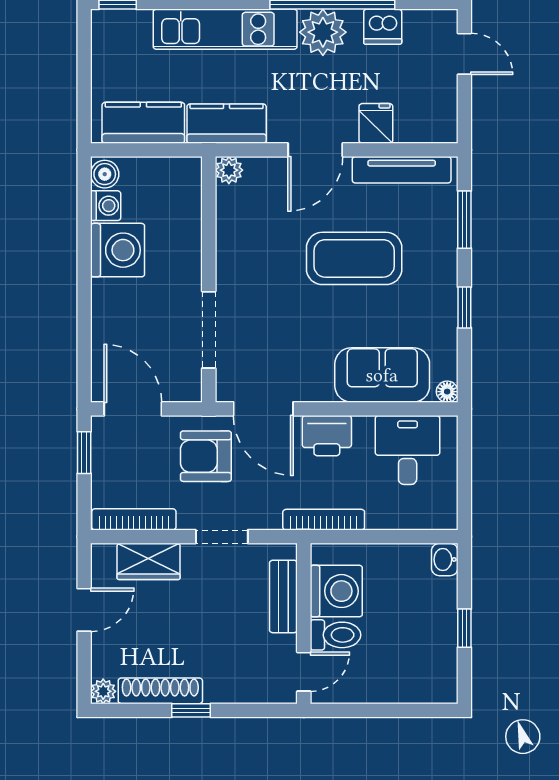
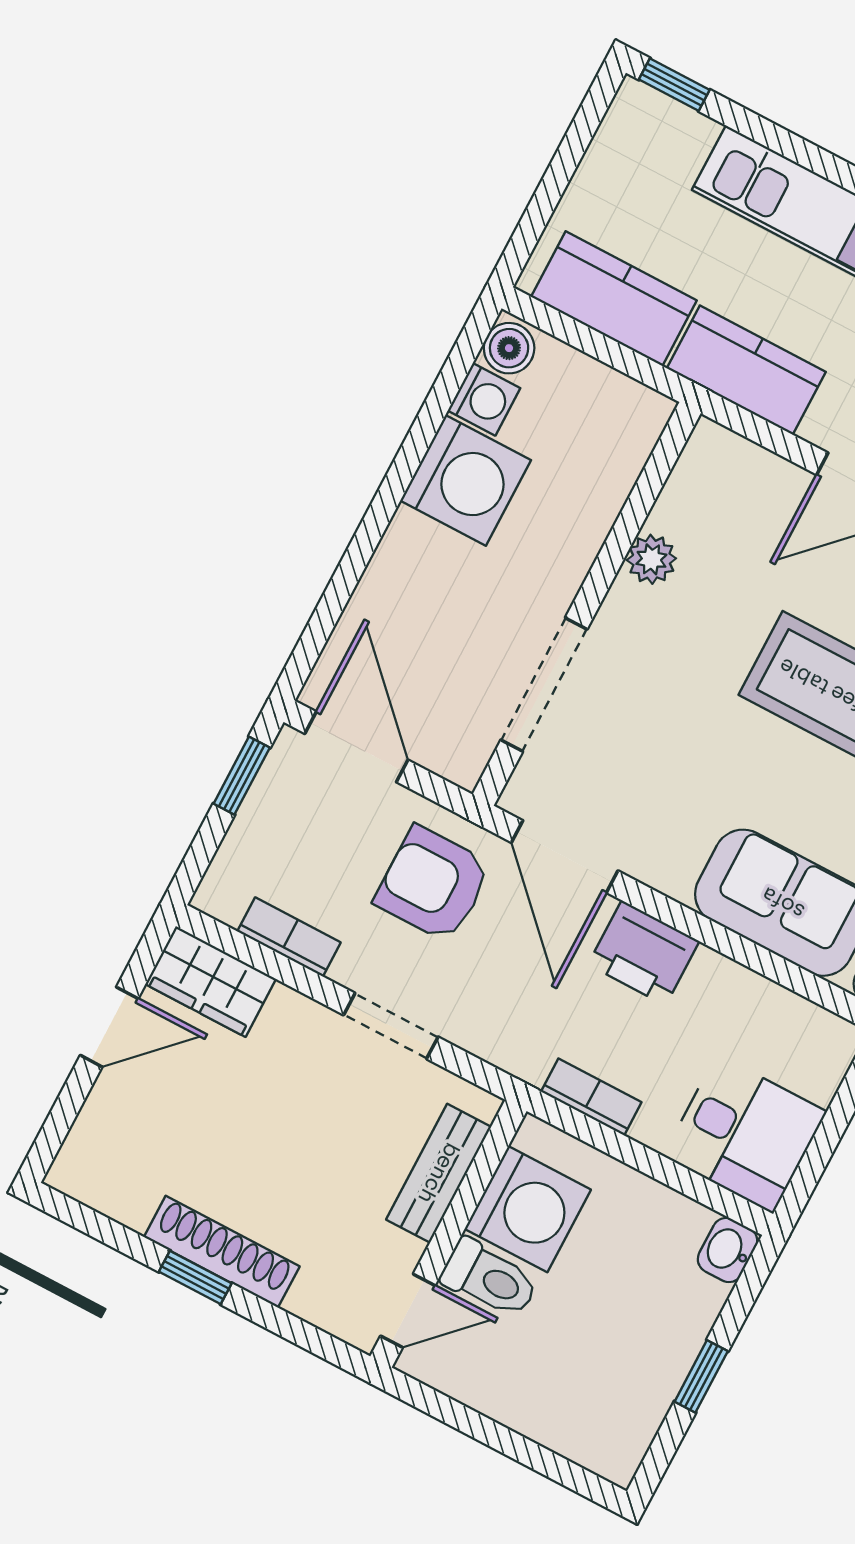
plant: (229, 170) -> (651, 559), moved
desk: (408, 450) -> (745, 1134), moved, turned 90
bookcase: (134, 519) -> (289, 937), width x0.64
bookcase: (324, 520) -> (591, 1097), width x0.64
wardrobe: (149, 561) -> (211, 982), moved
plant: (103, 691) -> (71, 1173), removed
shoe rack: (160, 691) -> (222, 1252), moved

